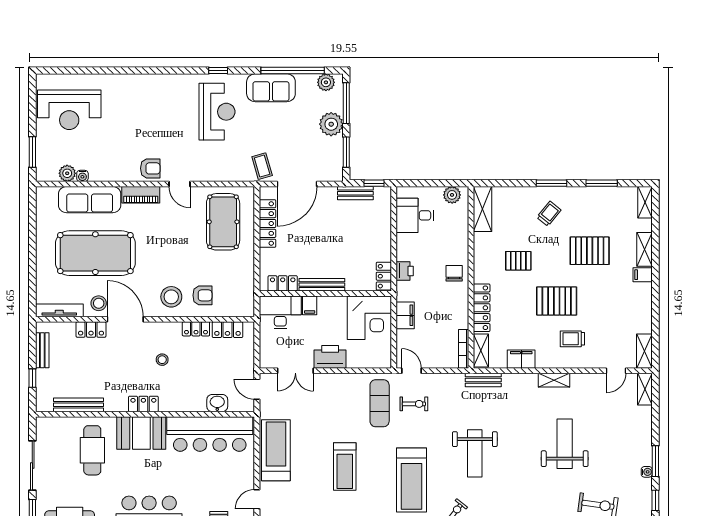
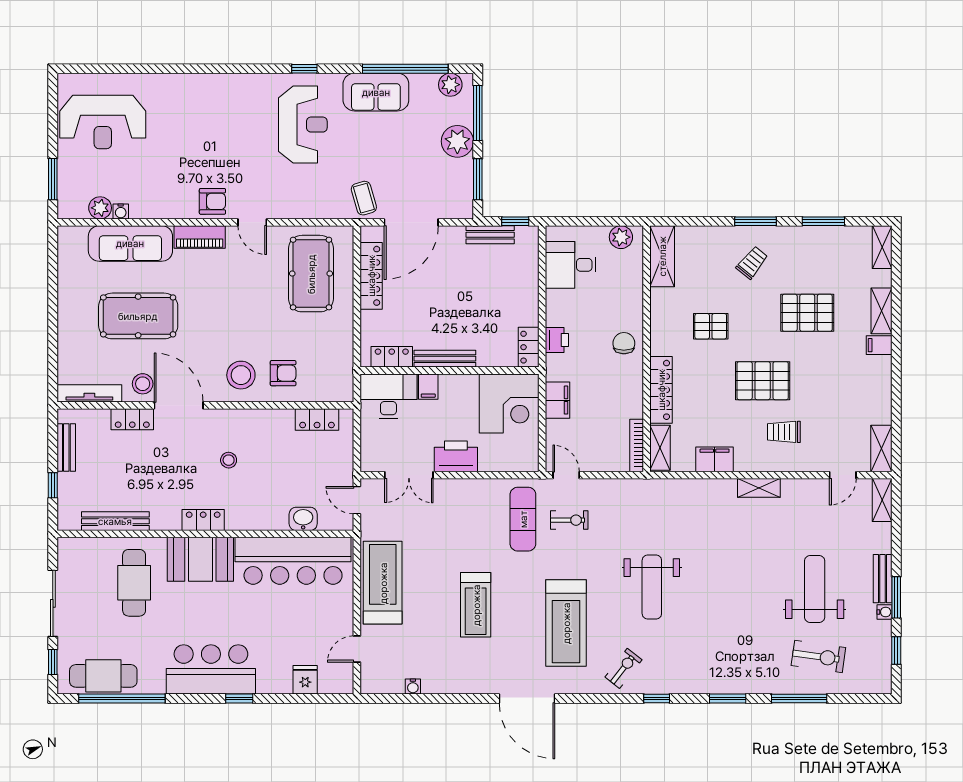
pool table: (95, 253) -> (138, 316), width x0.73, depth x0.76
locker: (196, 329) -> (274, 418), removed
bench: (483, 380) -> (883, 579), moved, turned 90
weight bench: (565, 444) -> (815, 589), moved

